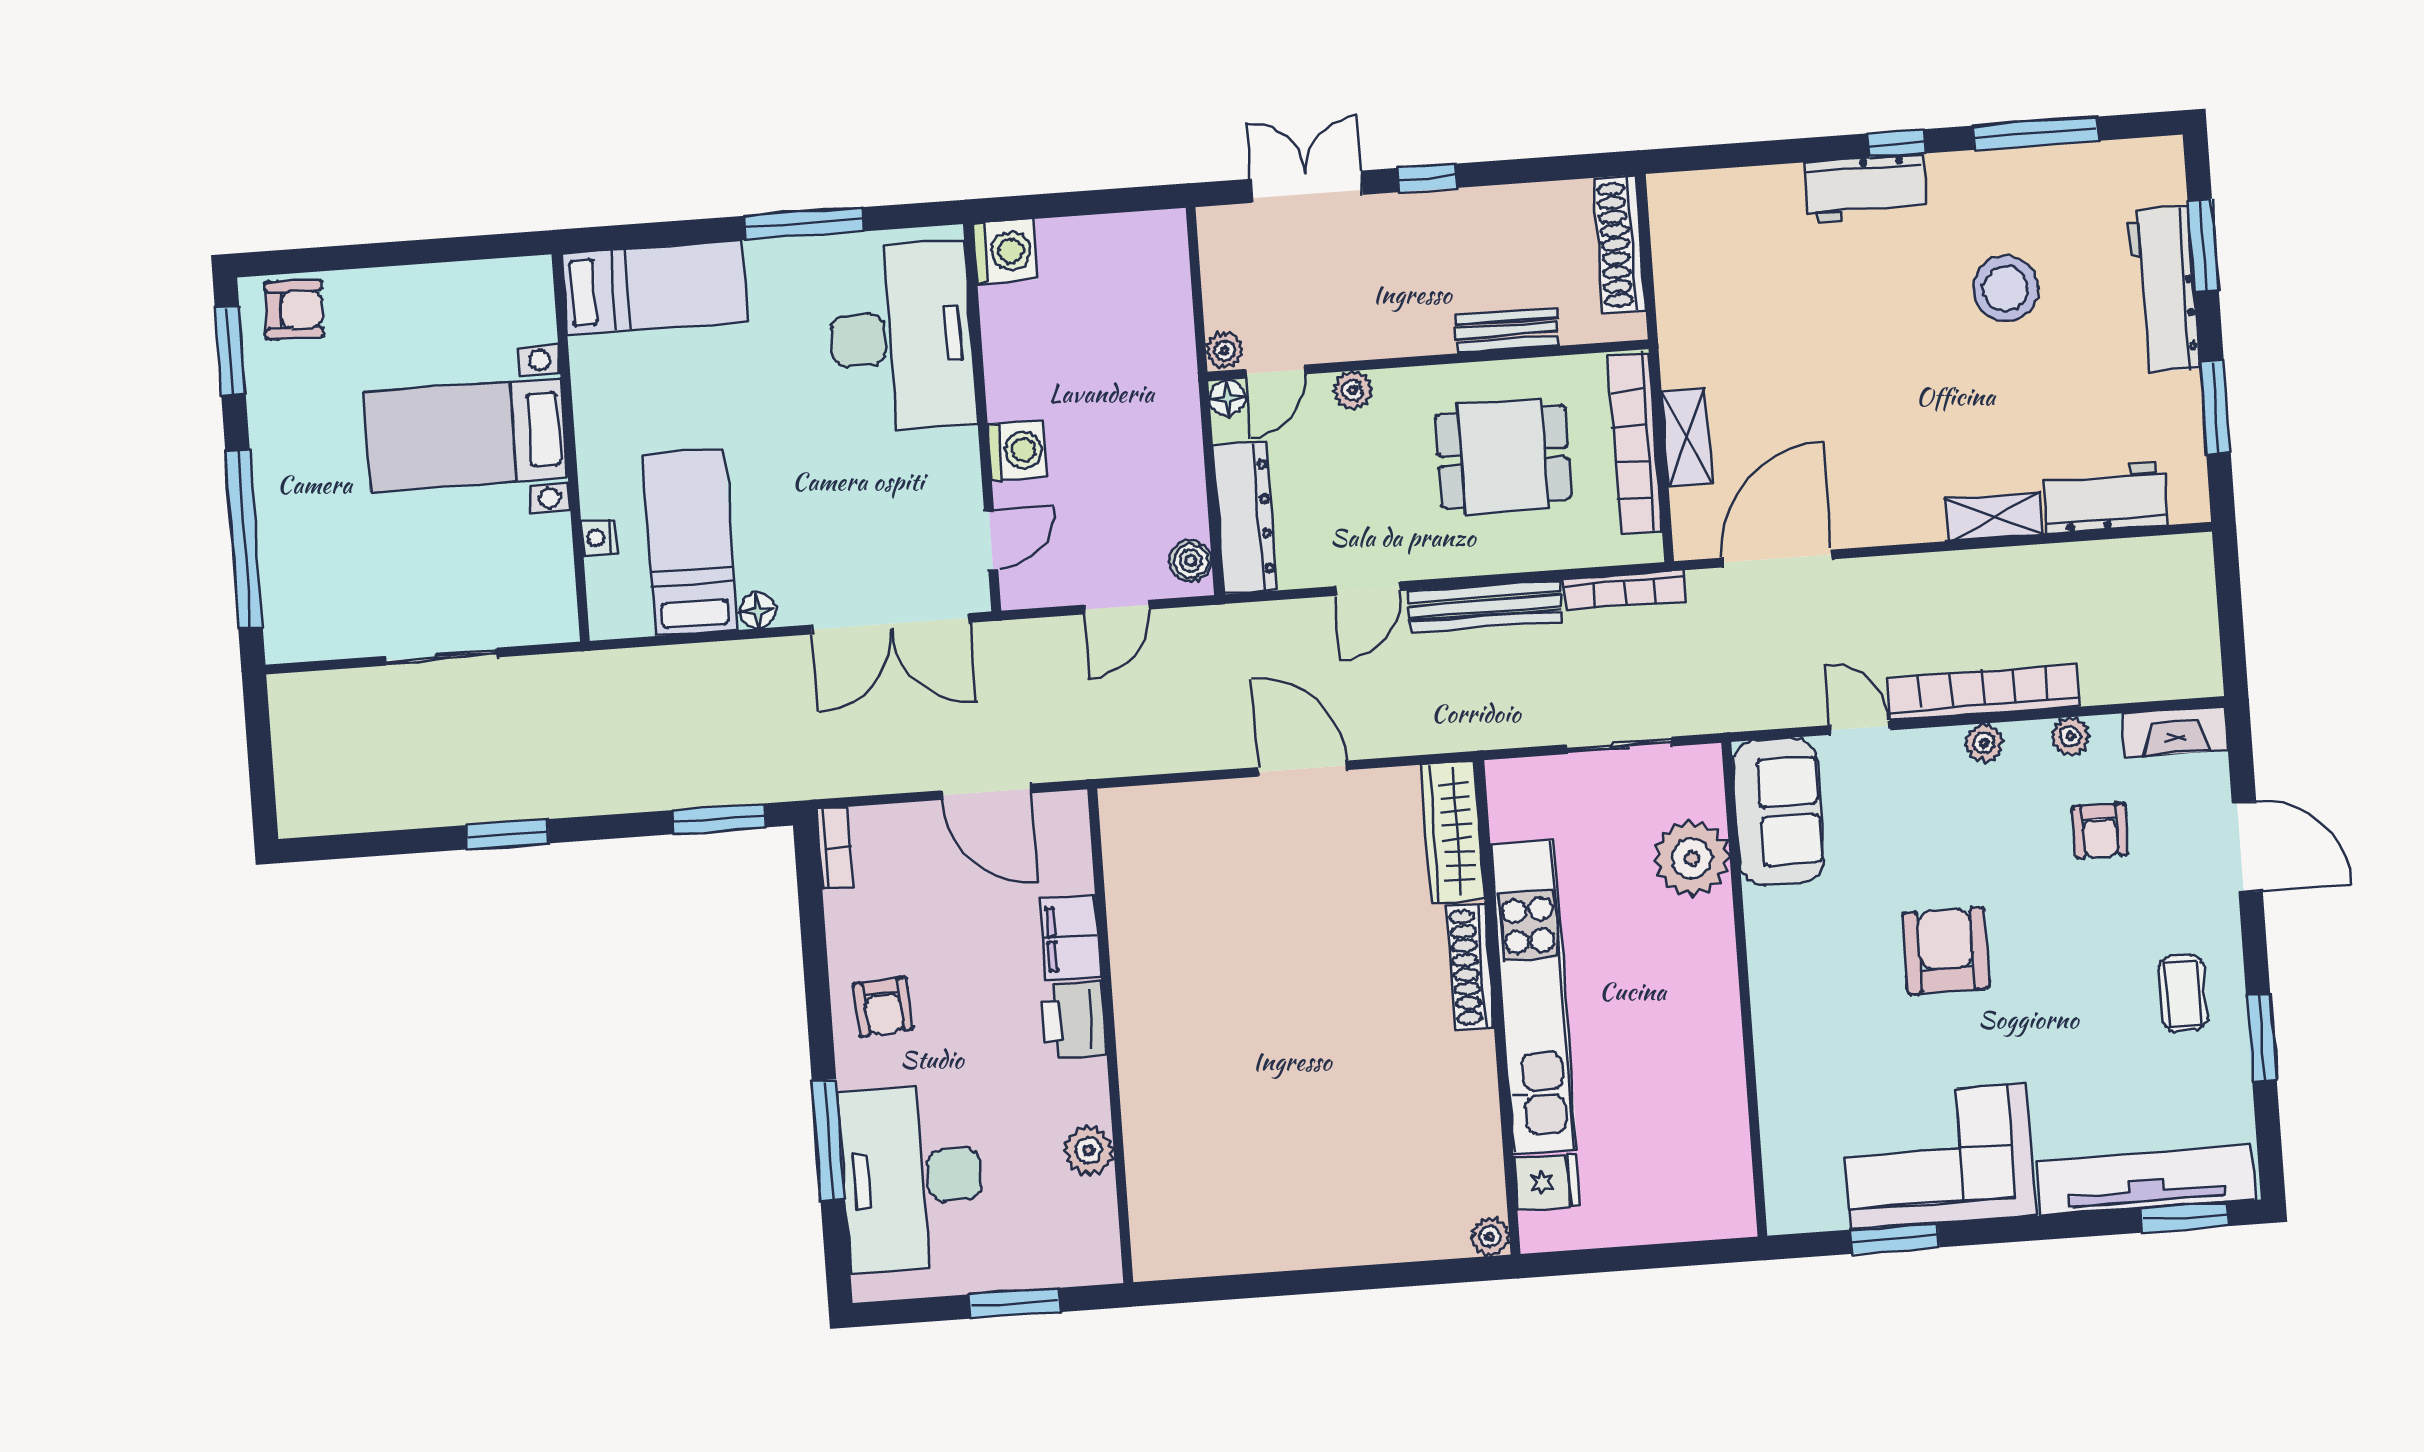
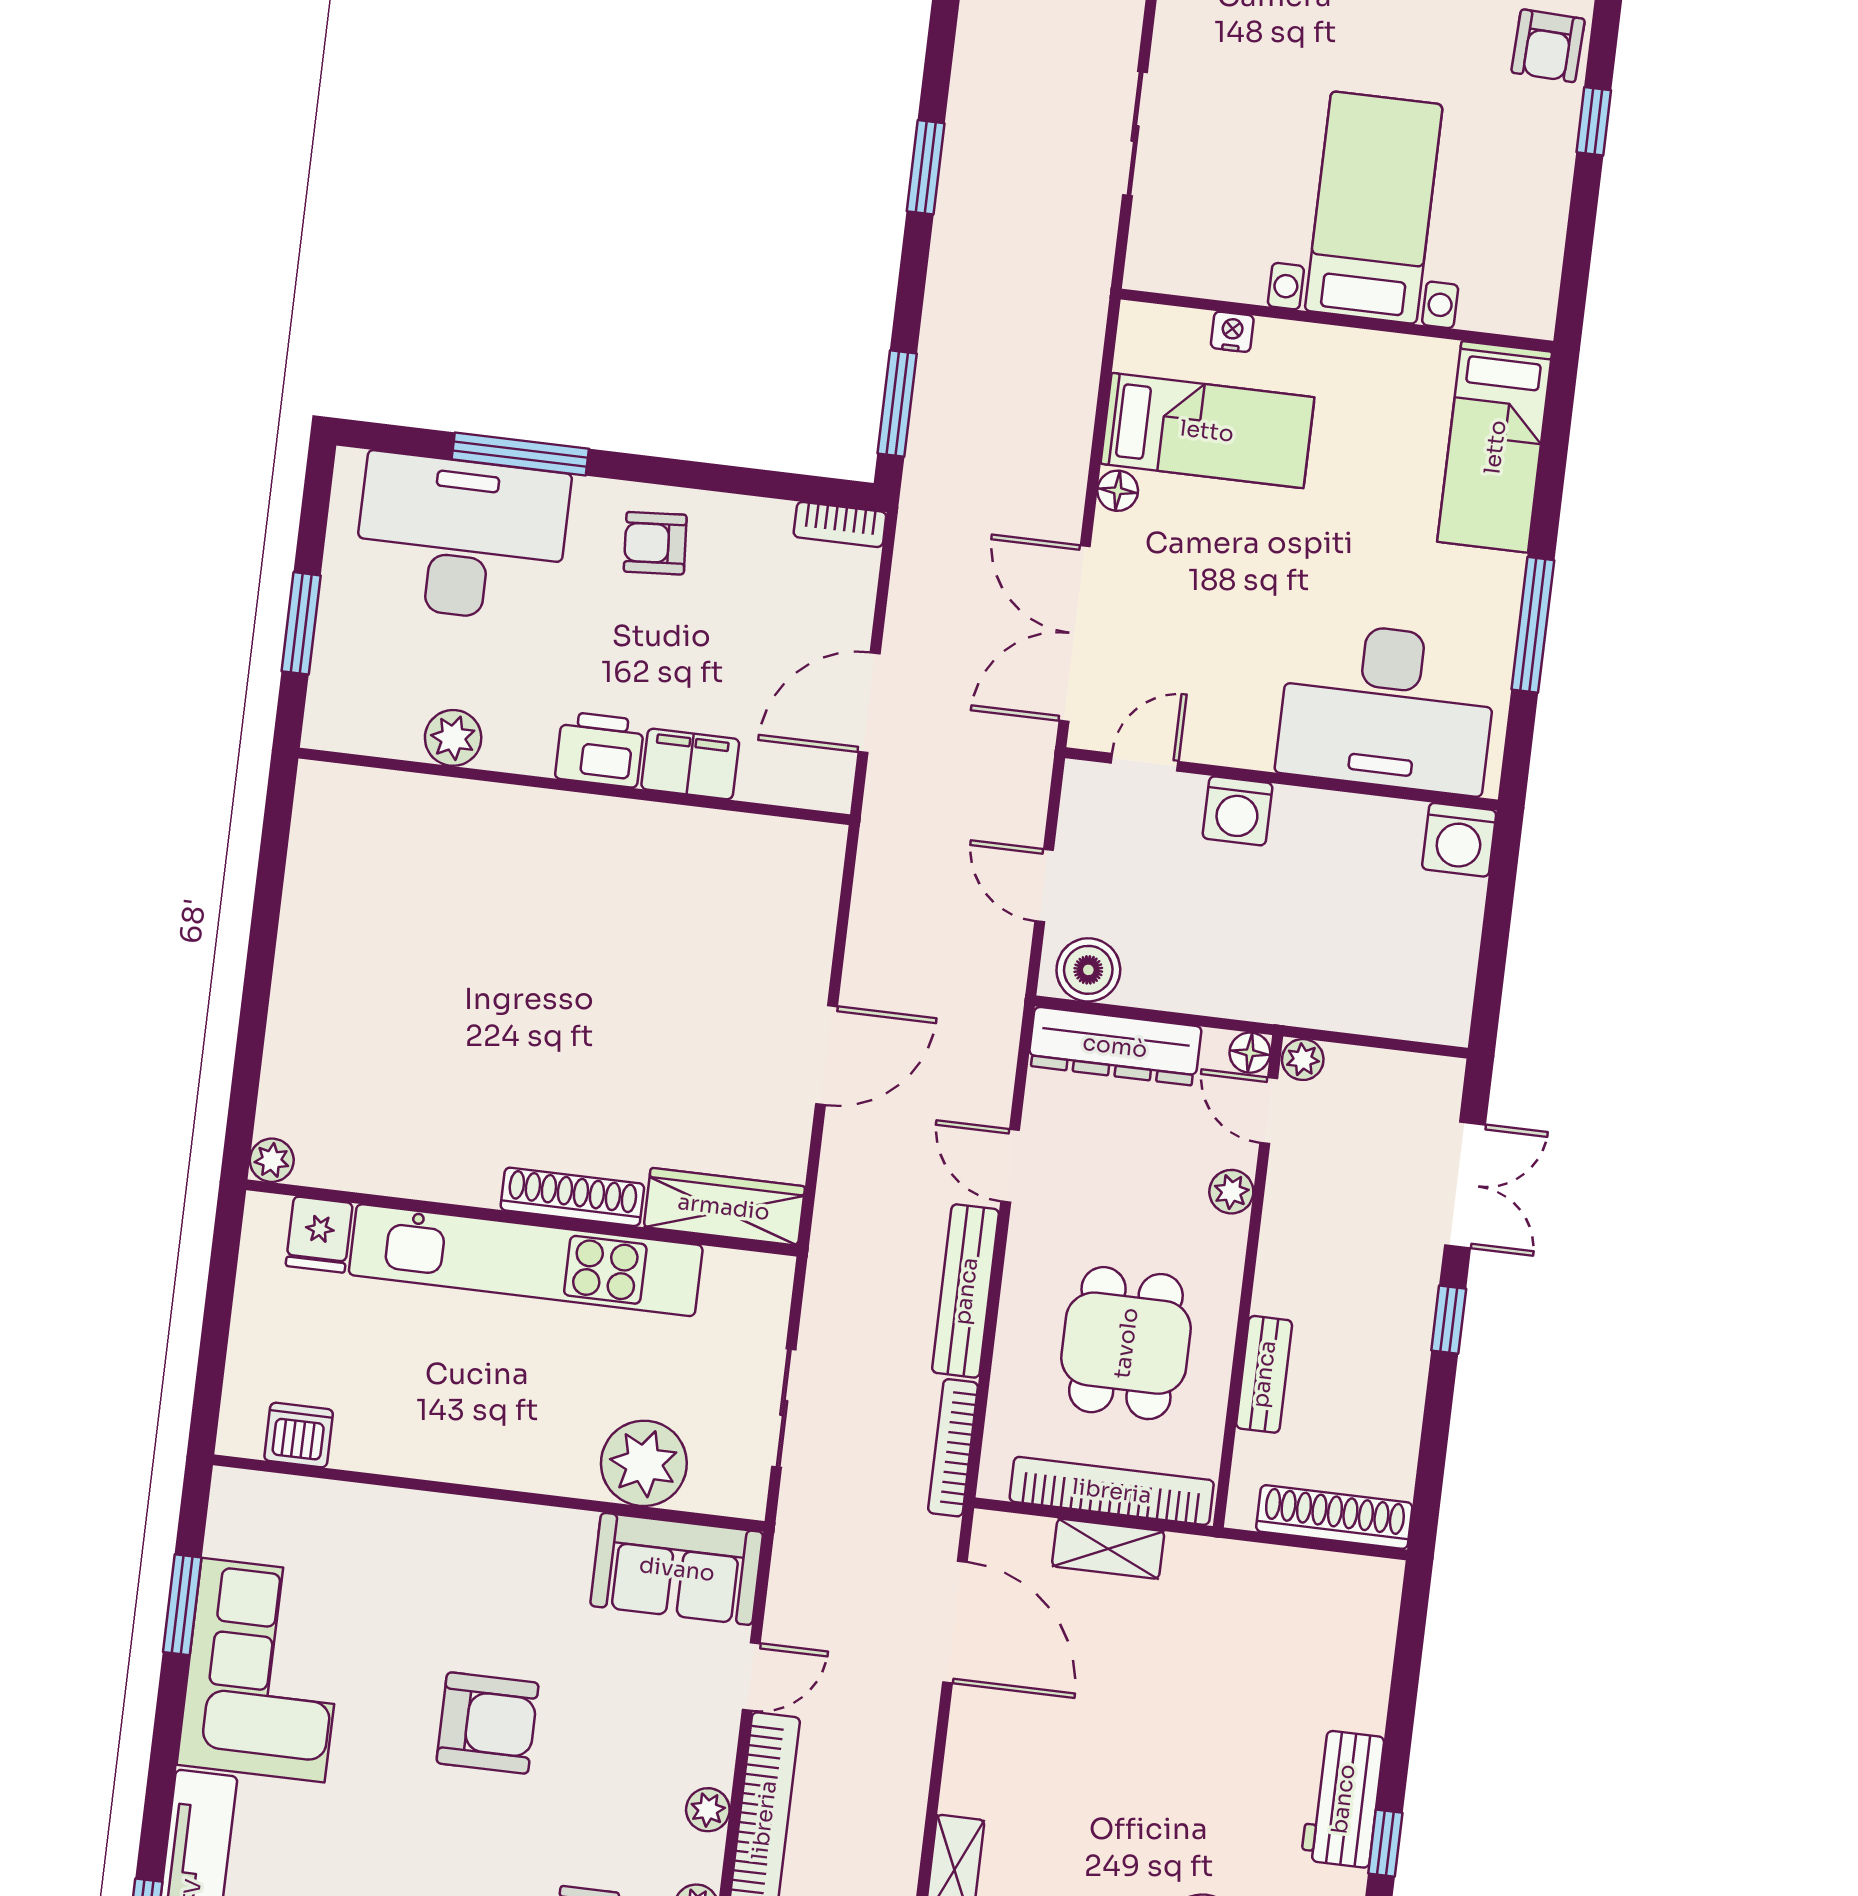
window: (352, 257) -> (1594, 121), added
door: (991, 540) -> (1145, 762), swing flipped
boiler: (1191, 561) -> (1088, 970), width x1.36, depth x1.36
dishwasher: (1726, 1166) -> (299, 1435), added

